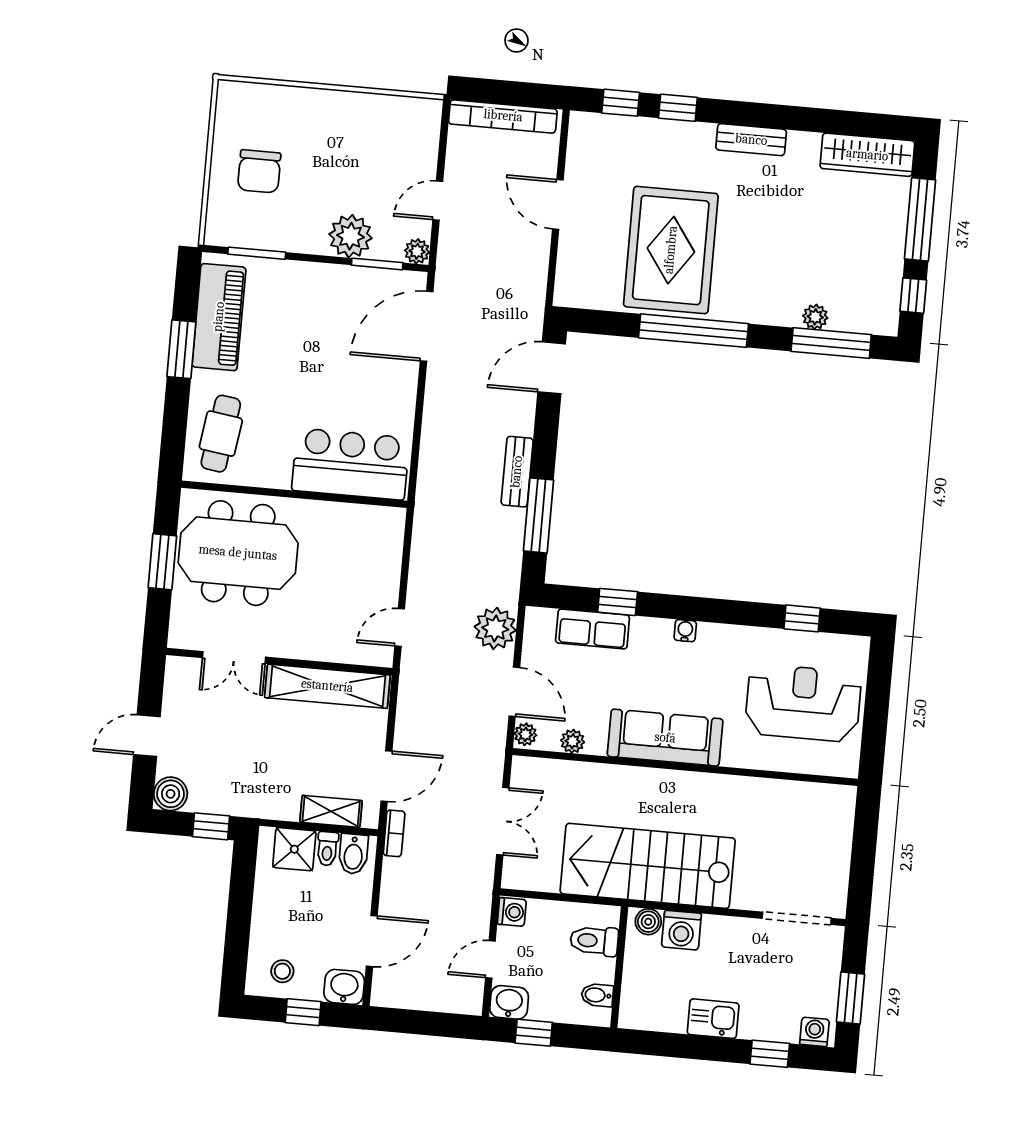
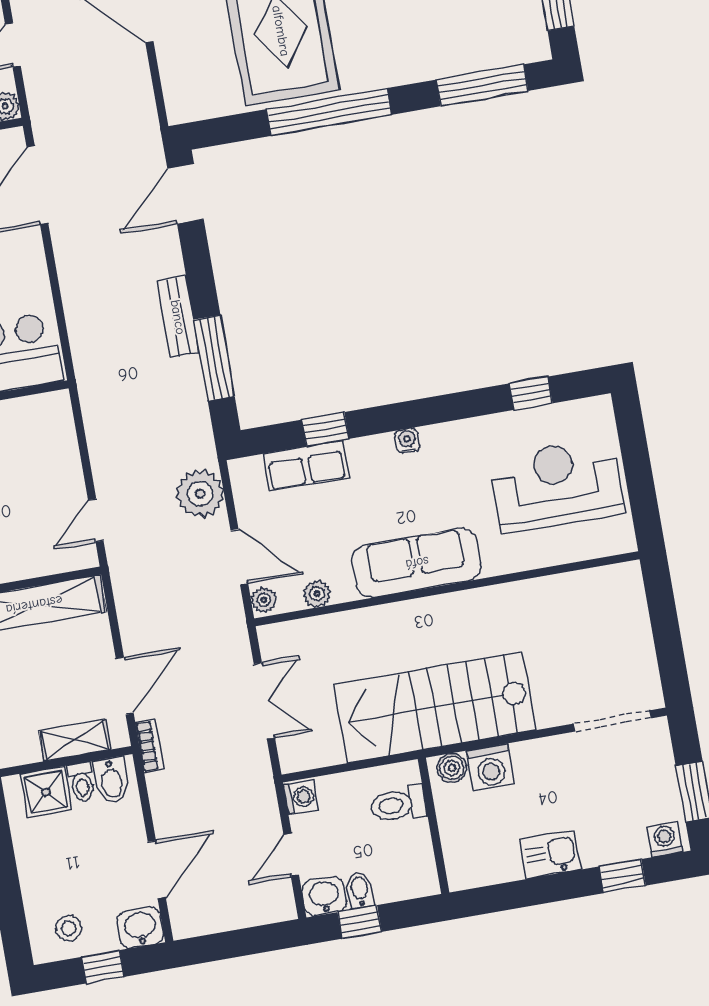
plant: (815, 317) -> (457, 61), removed
bidet: (597, 995) -> (360, 890), moved, turned 90

